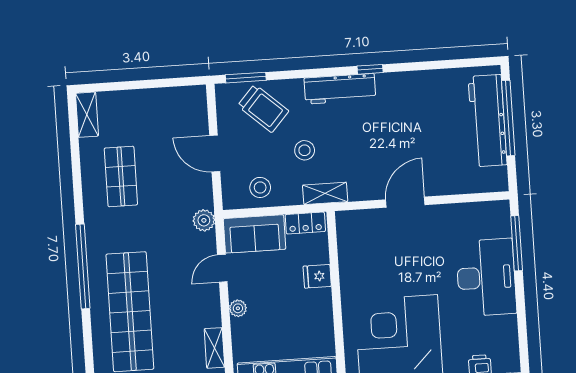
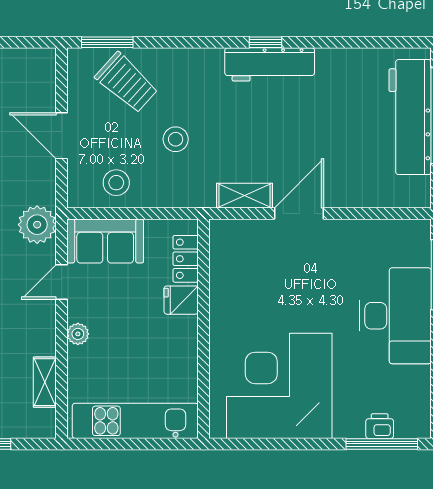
workbench: (340, 89) -> (270, 64), moved
shelving: (325, 193) -> (245, 196), moved
plant: (204, 220) -> (37, 225), width x1.36, depth x1.36
locker: (305, 223) -> (186, 259), moved, turned 90

